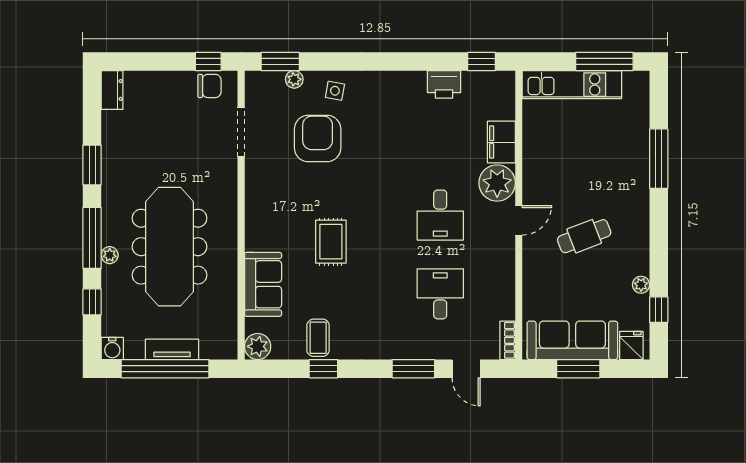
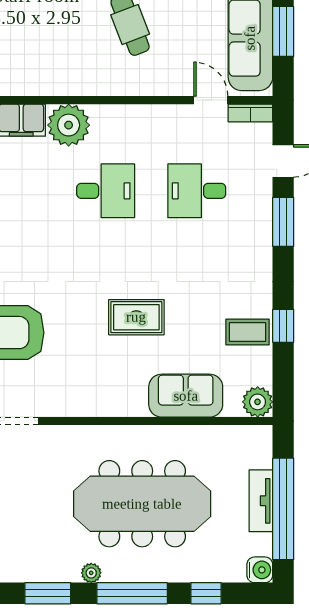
door: (519, 220) -> (211, 100), moved
plant: (110, 255) -> (91, 573), moved

